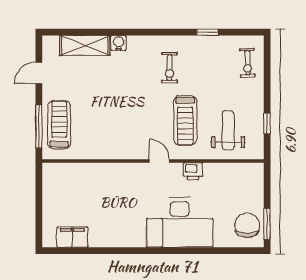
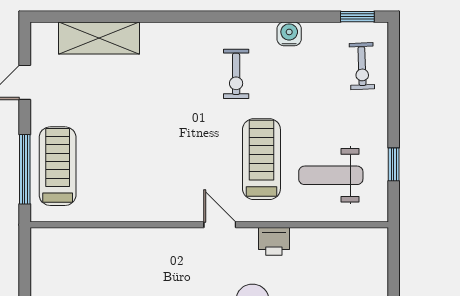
window: (207, 32) -> (357, 17), moved
water cooler: (119, 43) -> (289, 34), moved
treadmill: (185, 120) -> (261, 159), turned 180
weight bench: (228, 130) -> (331, 175), turned -90

